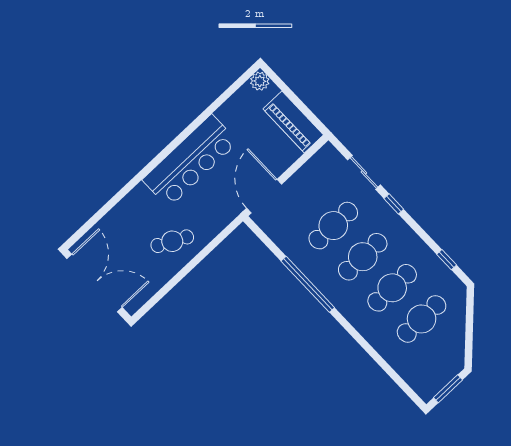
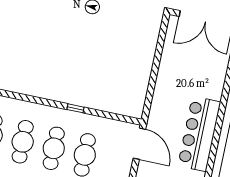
cafe table: (172, 241) -> (176, 77), removed
window: (308, 284) -> (76, 108), width x0.32

